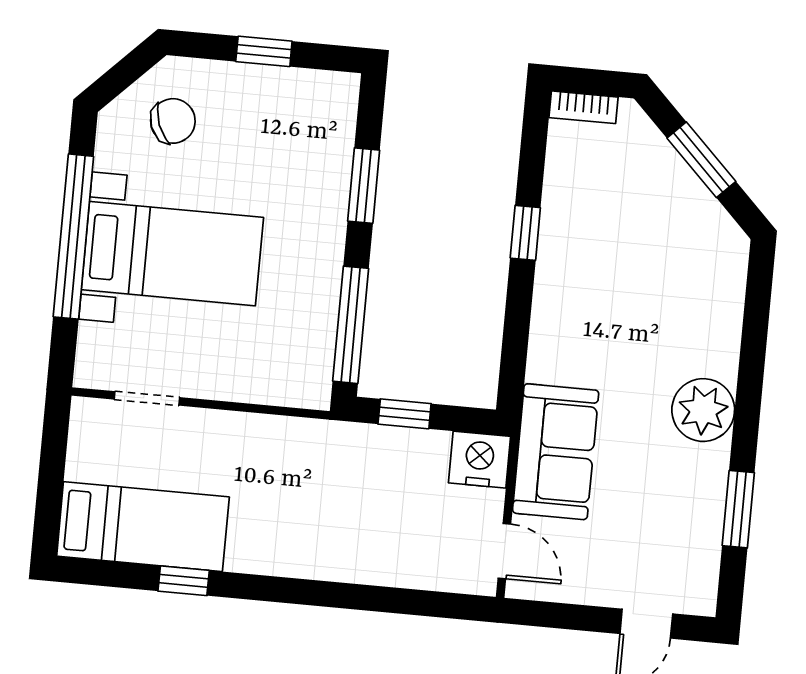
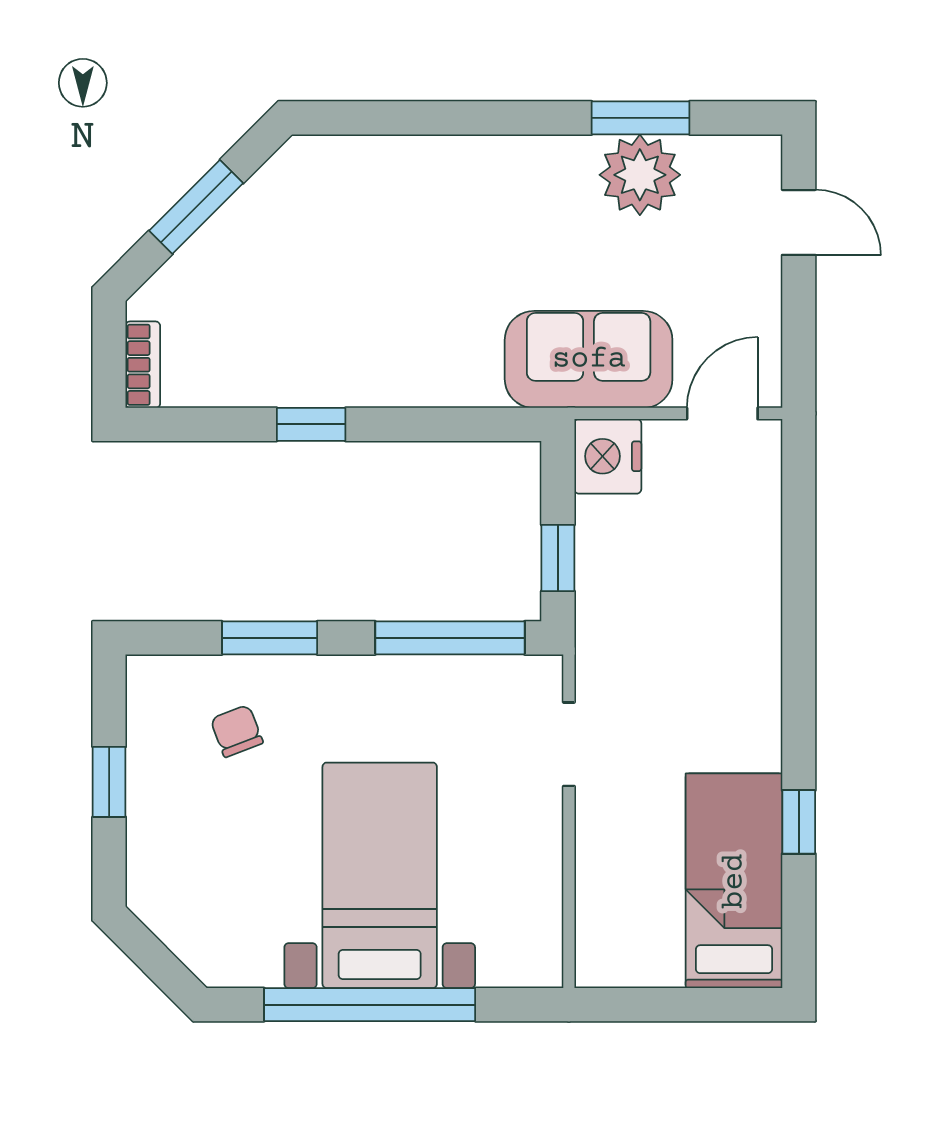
chair: (173, 121) -> (237, 731), moved, width x0.73, depth x0.73
doorway: (147, 398) -> (569, 744), moved
plant: (703, 410) -> (640, 175), moved

